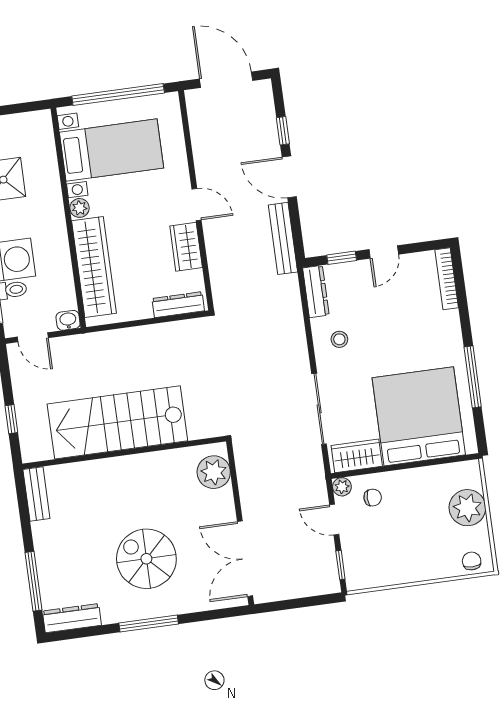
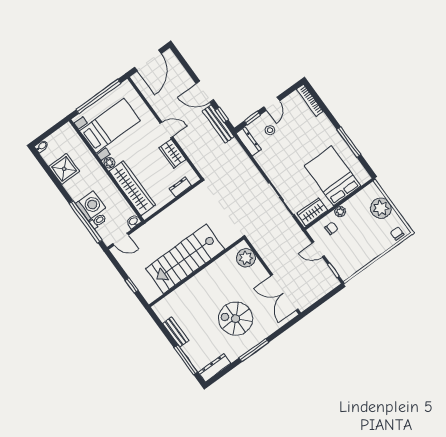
door: (226, 80) -> (148, 60), swing flipped
window: (283, 131) -> (222, 115), moved
dresser: (178, 305) -> (180, 187), width x0.70
stool: (339, 339) -> (270, 130), moved
bed: (419, 416) -> (333, 176), width x0.73
plant: (342, 487) -> (340, 212), moved
bench: (36, 494) -> (176, 332), moved

